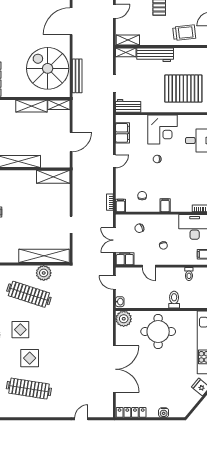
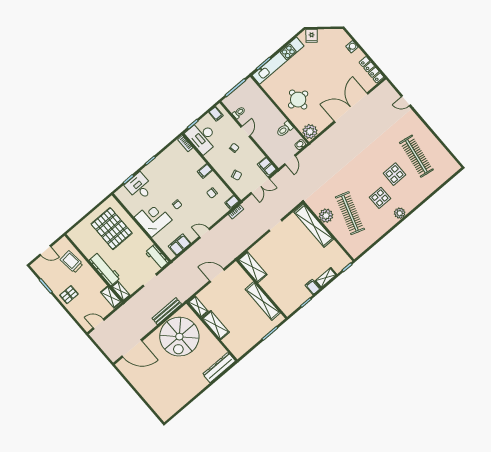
door: (149, 266) -> (246, 131), moved
toilet: (174, 300) -> (285, 129), moved
round table: (158, 332) -> (298, 100), width x0.73, depth x0.73

